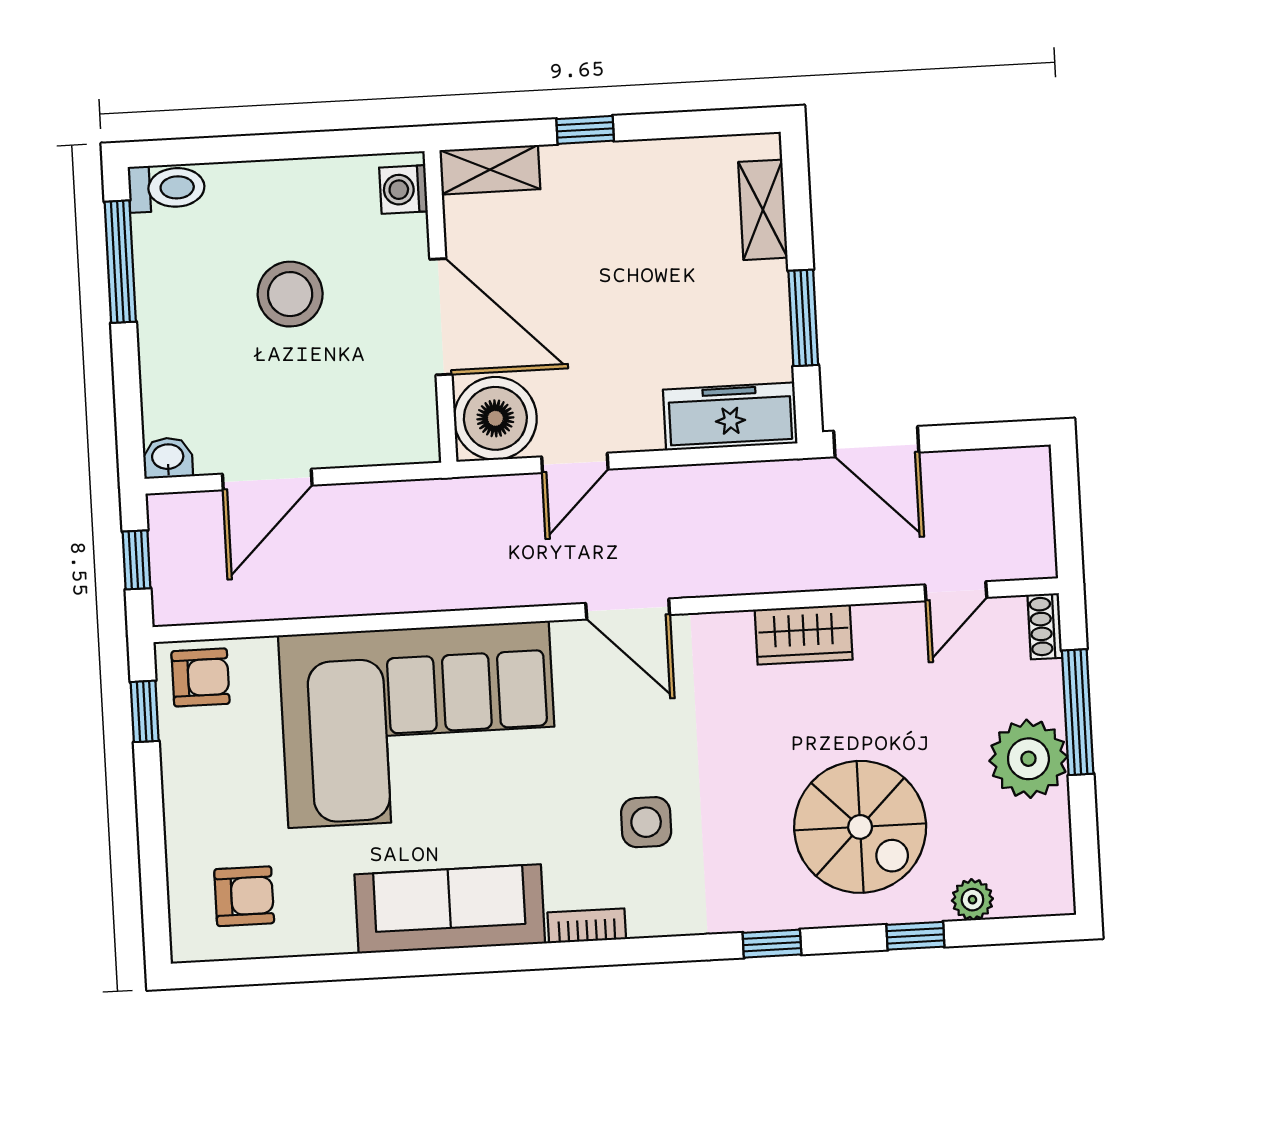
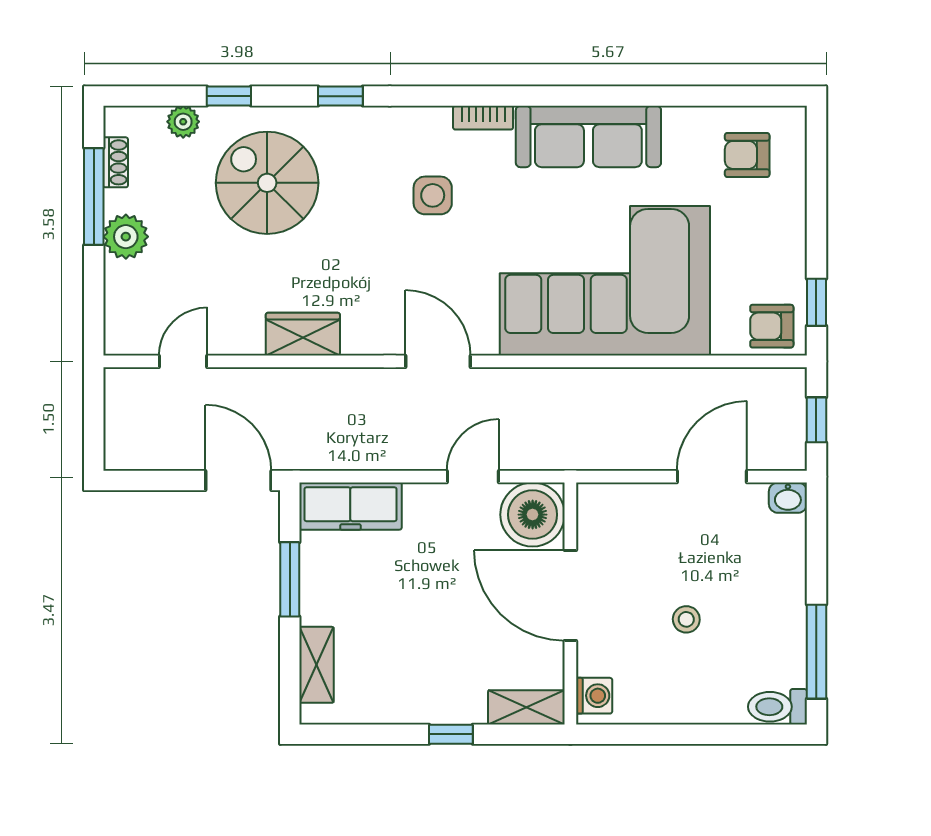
stool: (290, 294) -> (686, 619), width x0.53, depth x0.53
shoe rack: (1045, 626) -> (116, 162), moved
window: (1078, 712) -> (94, 197), moved
plant: (1028, 759) -> (126, 237), width x0.73, depth x0.73

